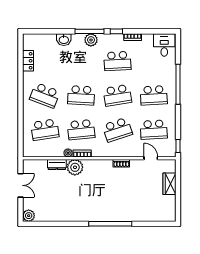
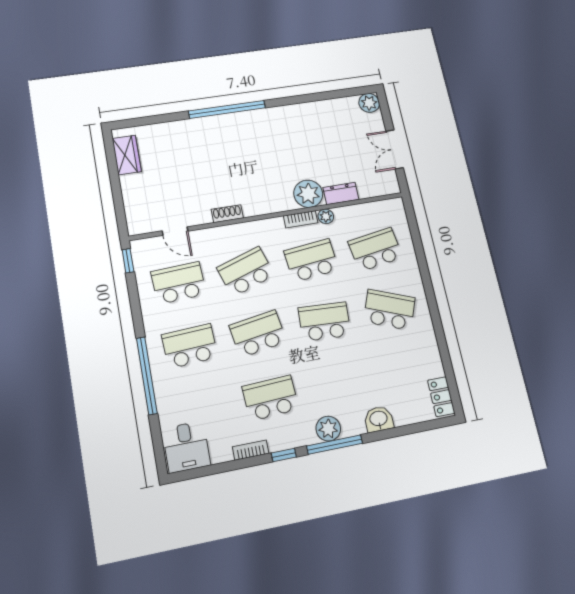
locker: (28, 61) -> (441, 397), moved
wardrobe: (170, 184) -> (127, 155), moved

